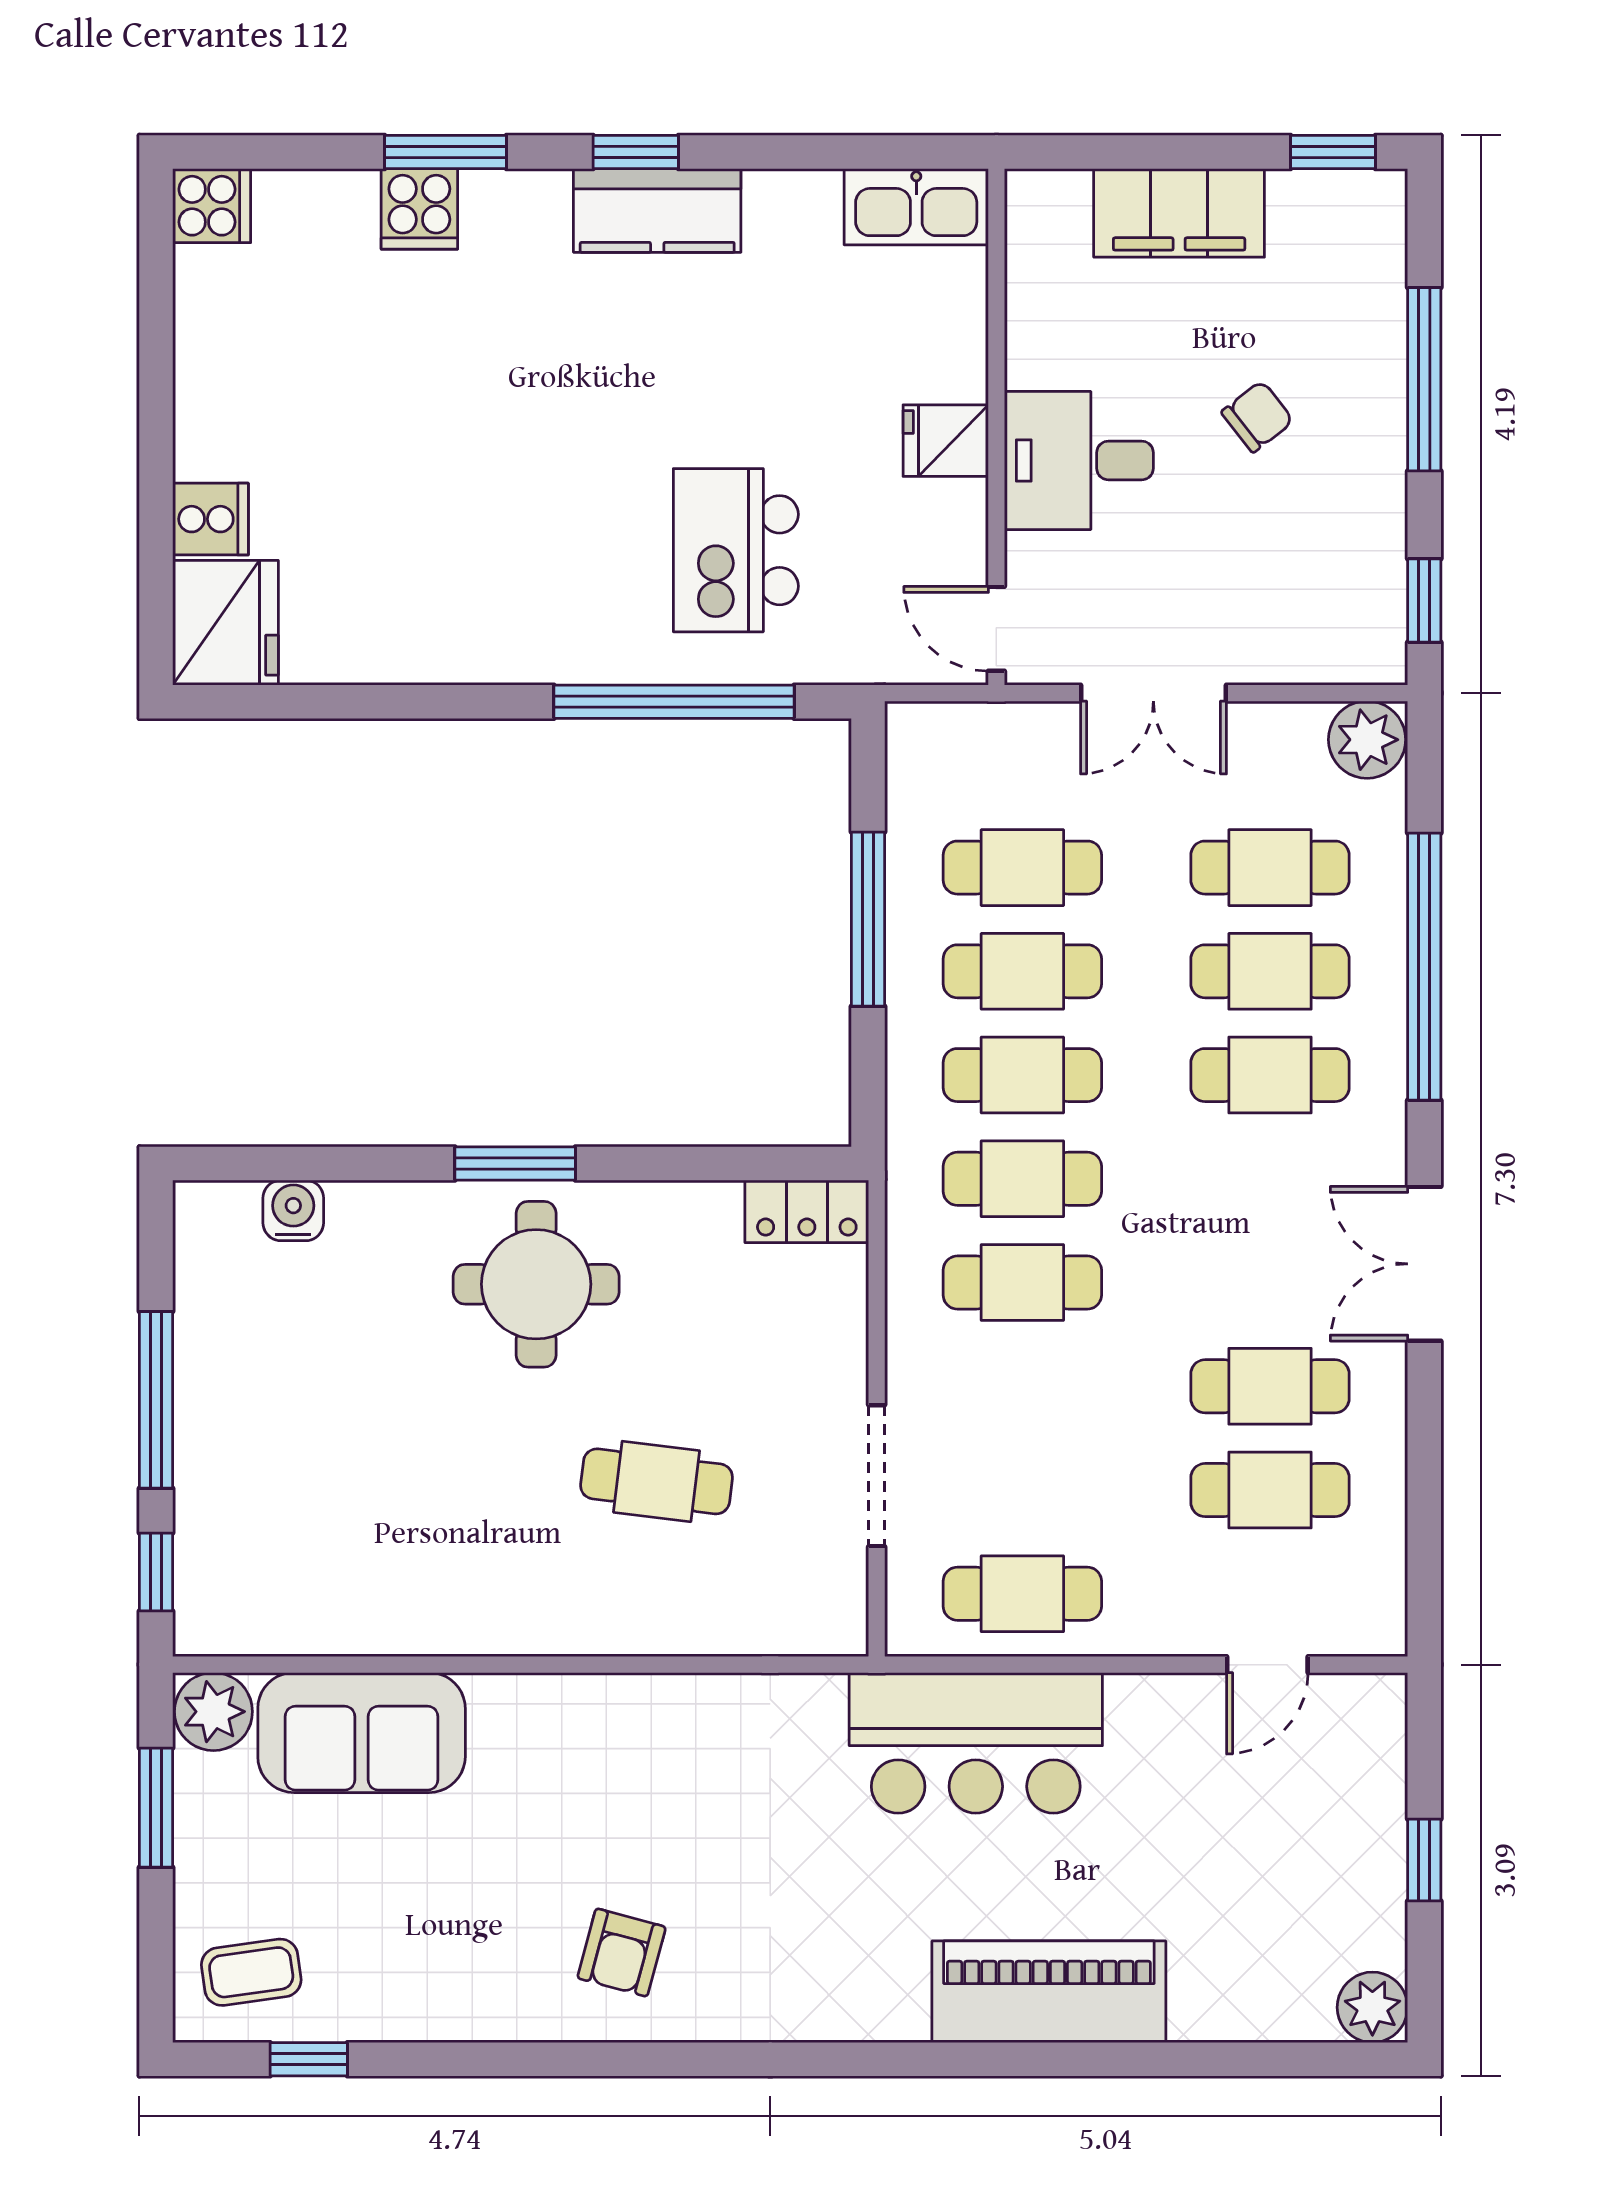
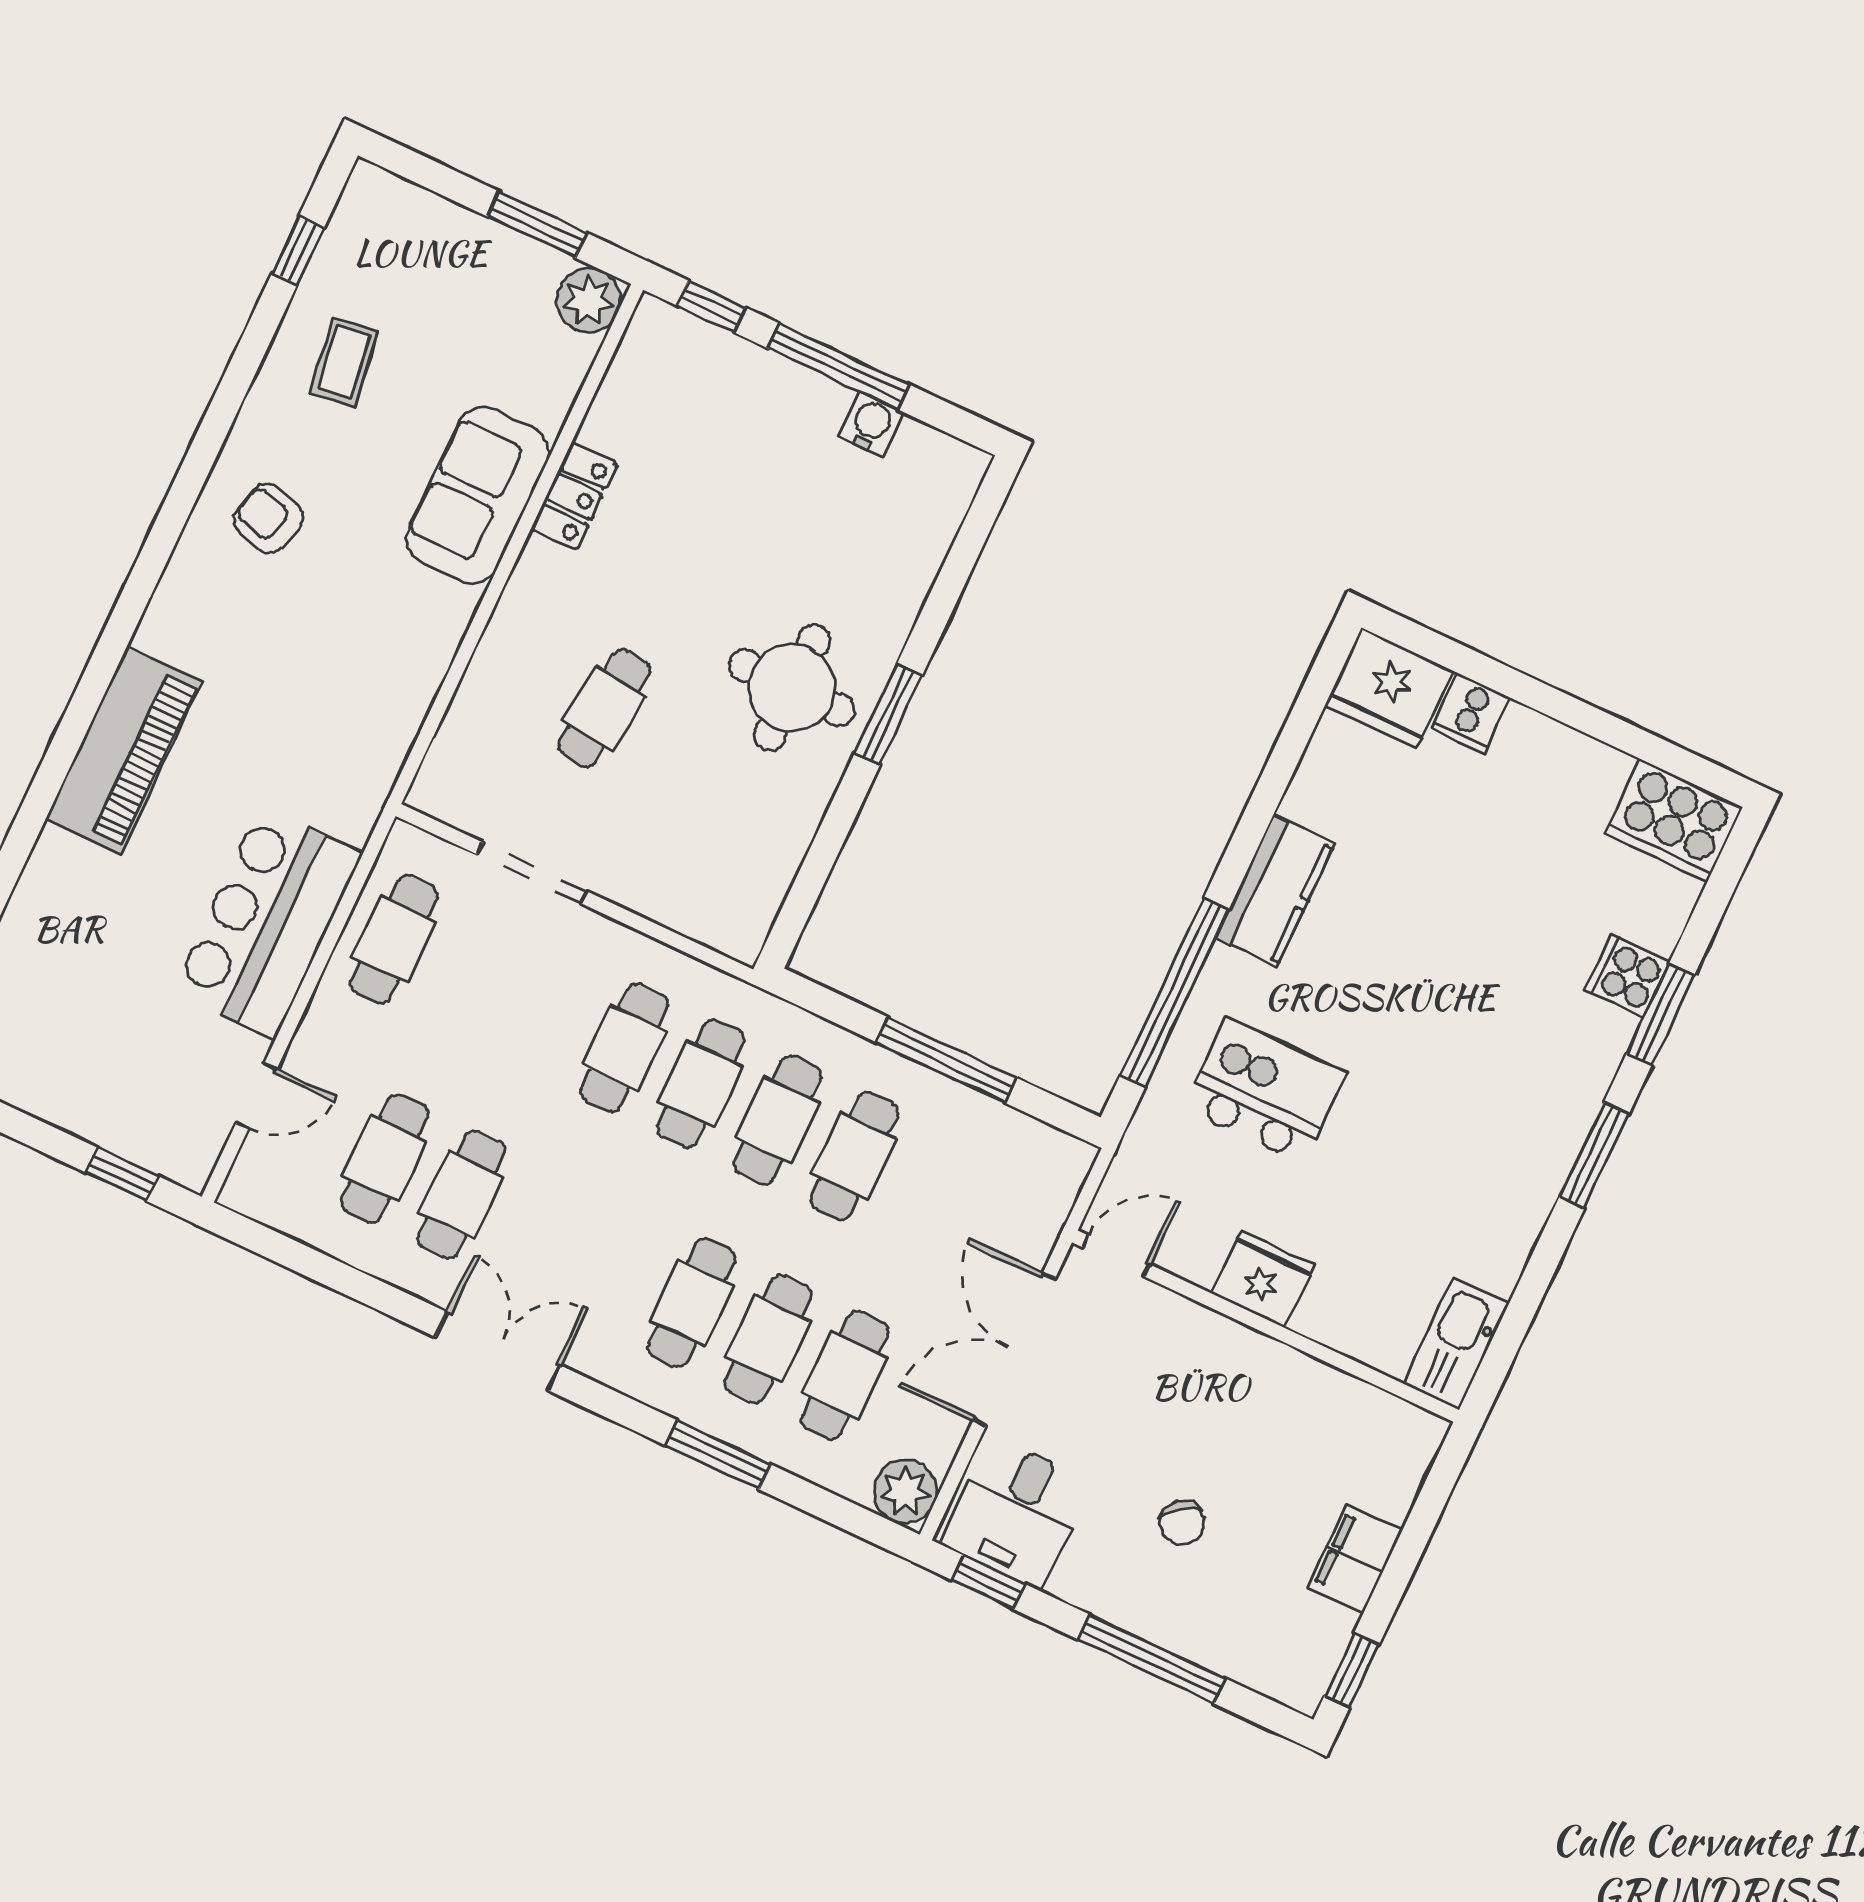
window: (636, 152) -> (1594, 1155), width x1.50
cooker: (212, 206) -> (1674, 821), width x1.87, depth x1.31
kitchen counter: (657, 211) -> (1275, 891), moved, turned 180
filing cabinet: (1179, 213) -> (1355, 1559), width x0.67, depth x0.86
fridge: (946, 441) -> (1263, 1279), width x1.38
desk: (1079, 460) -> (1016, 1513), moved, turned 180
double door: (1153, 693) -> (1014, 1350), width x1.37
cafe table: (1022, 868) -> (931, 1192), removed
window: (1424, 967) -> (718, 1455), width x0.47
water cooler: (293, 1210) -> (871, 424), moved, turned -90
locker: (807, 1211) -> (574, 496), moved, turned 180
door: (1267, 1665) -> (256, 1096), swing flipped
sofa: (362, 1733) -> (478, 495), moved
bar counter: (976, 1743) -> (267, 922), moved
window: (1424, 1860) -> (122, 1174), moved
coffee table: (251, 1972) -> (344, 362), moved
piano: (1049, 1992) -> (124, 750), moved

